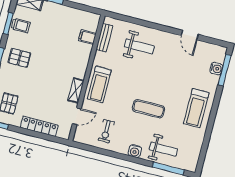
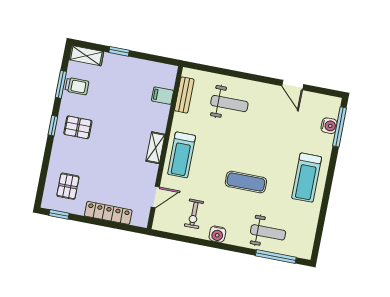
shelving: (76, 91) -> (155, 148), moved
water cooler: (135, 151) -> (217, 234), moved

